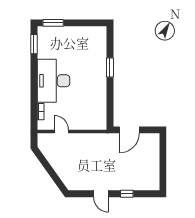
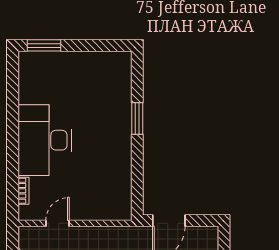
window: (34, 44) -> (13, 80), removed
door: (61, 131) -> (58, 223), hinge flipped

